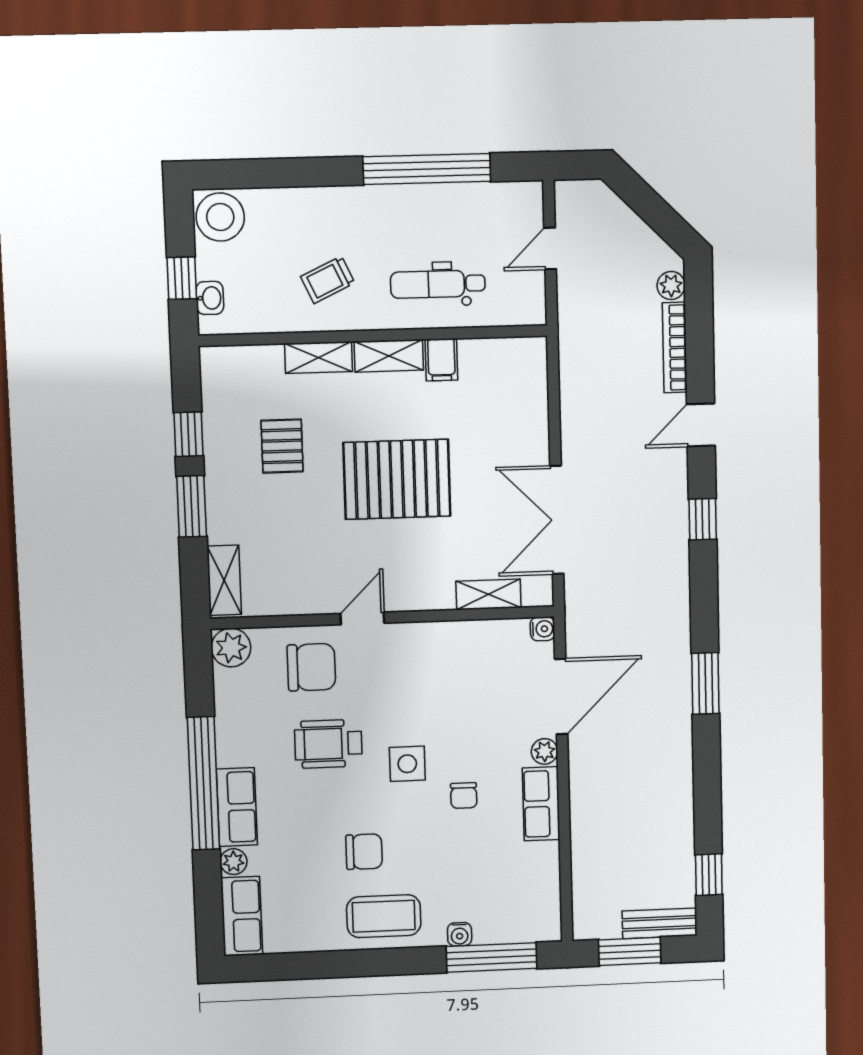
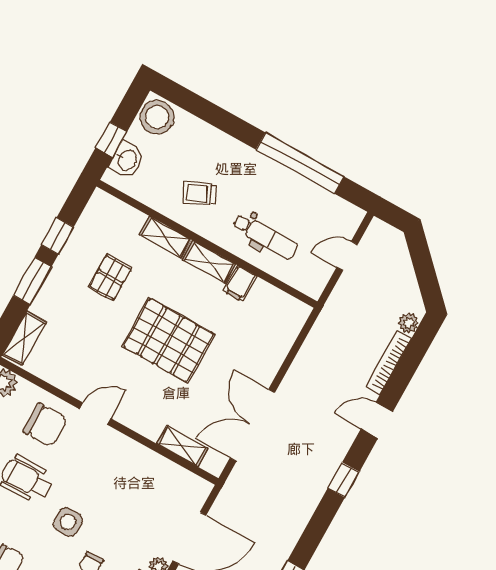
dental chair: (438, 284) -> (265, 236), turned 180
washbasin: (210, 298) -> (127, 160), width x1.38, depth x1.45
water cooler: (543, 629) -> (203, 488), removed

